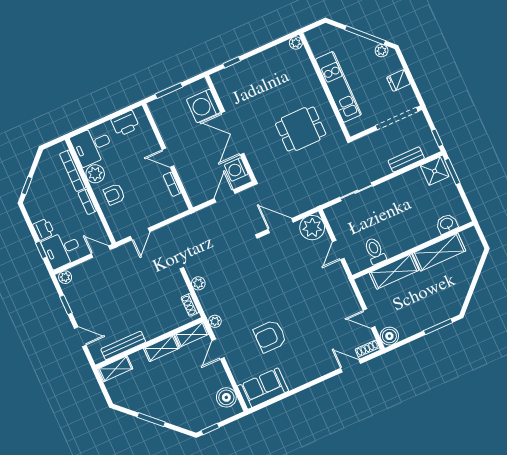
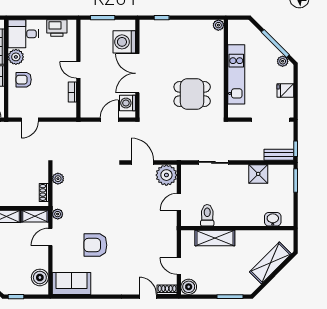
bench: (406, 159) -> (279, 155), moved
shower: (435, 171) -> (258, 174), moved
shelving: (439, 252) -> (270, 263), moved, turned -45

